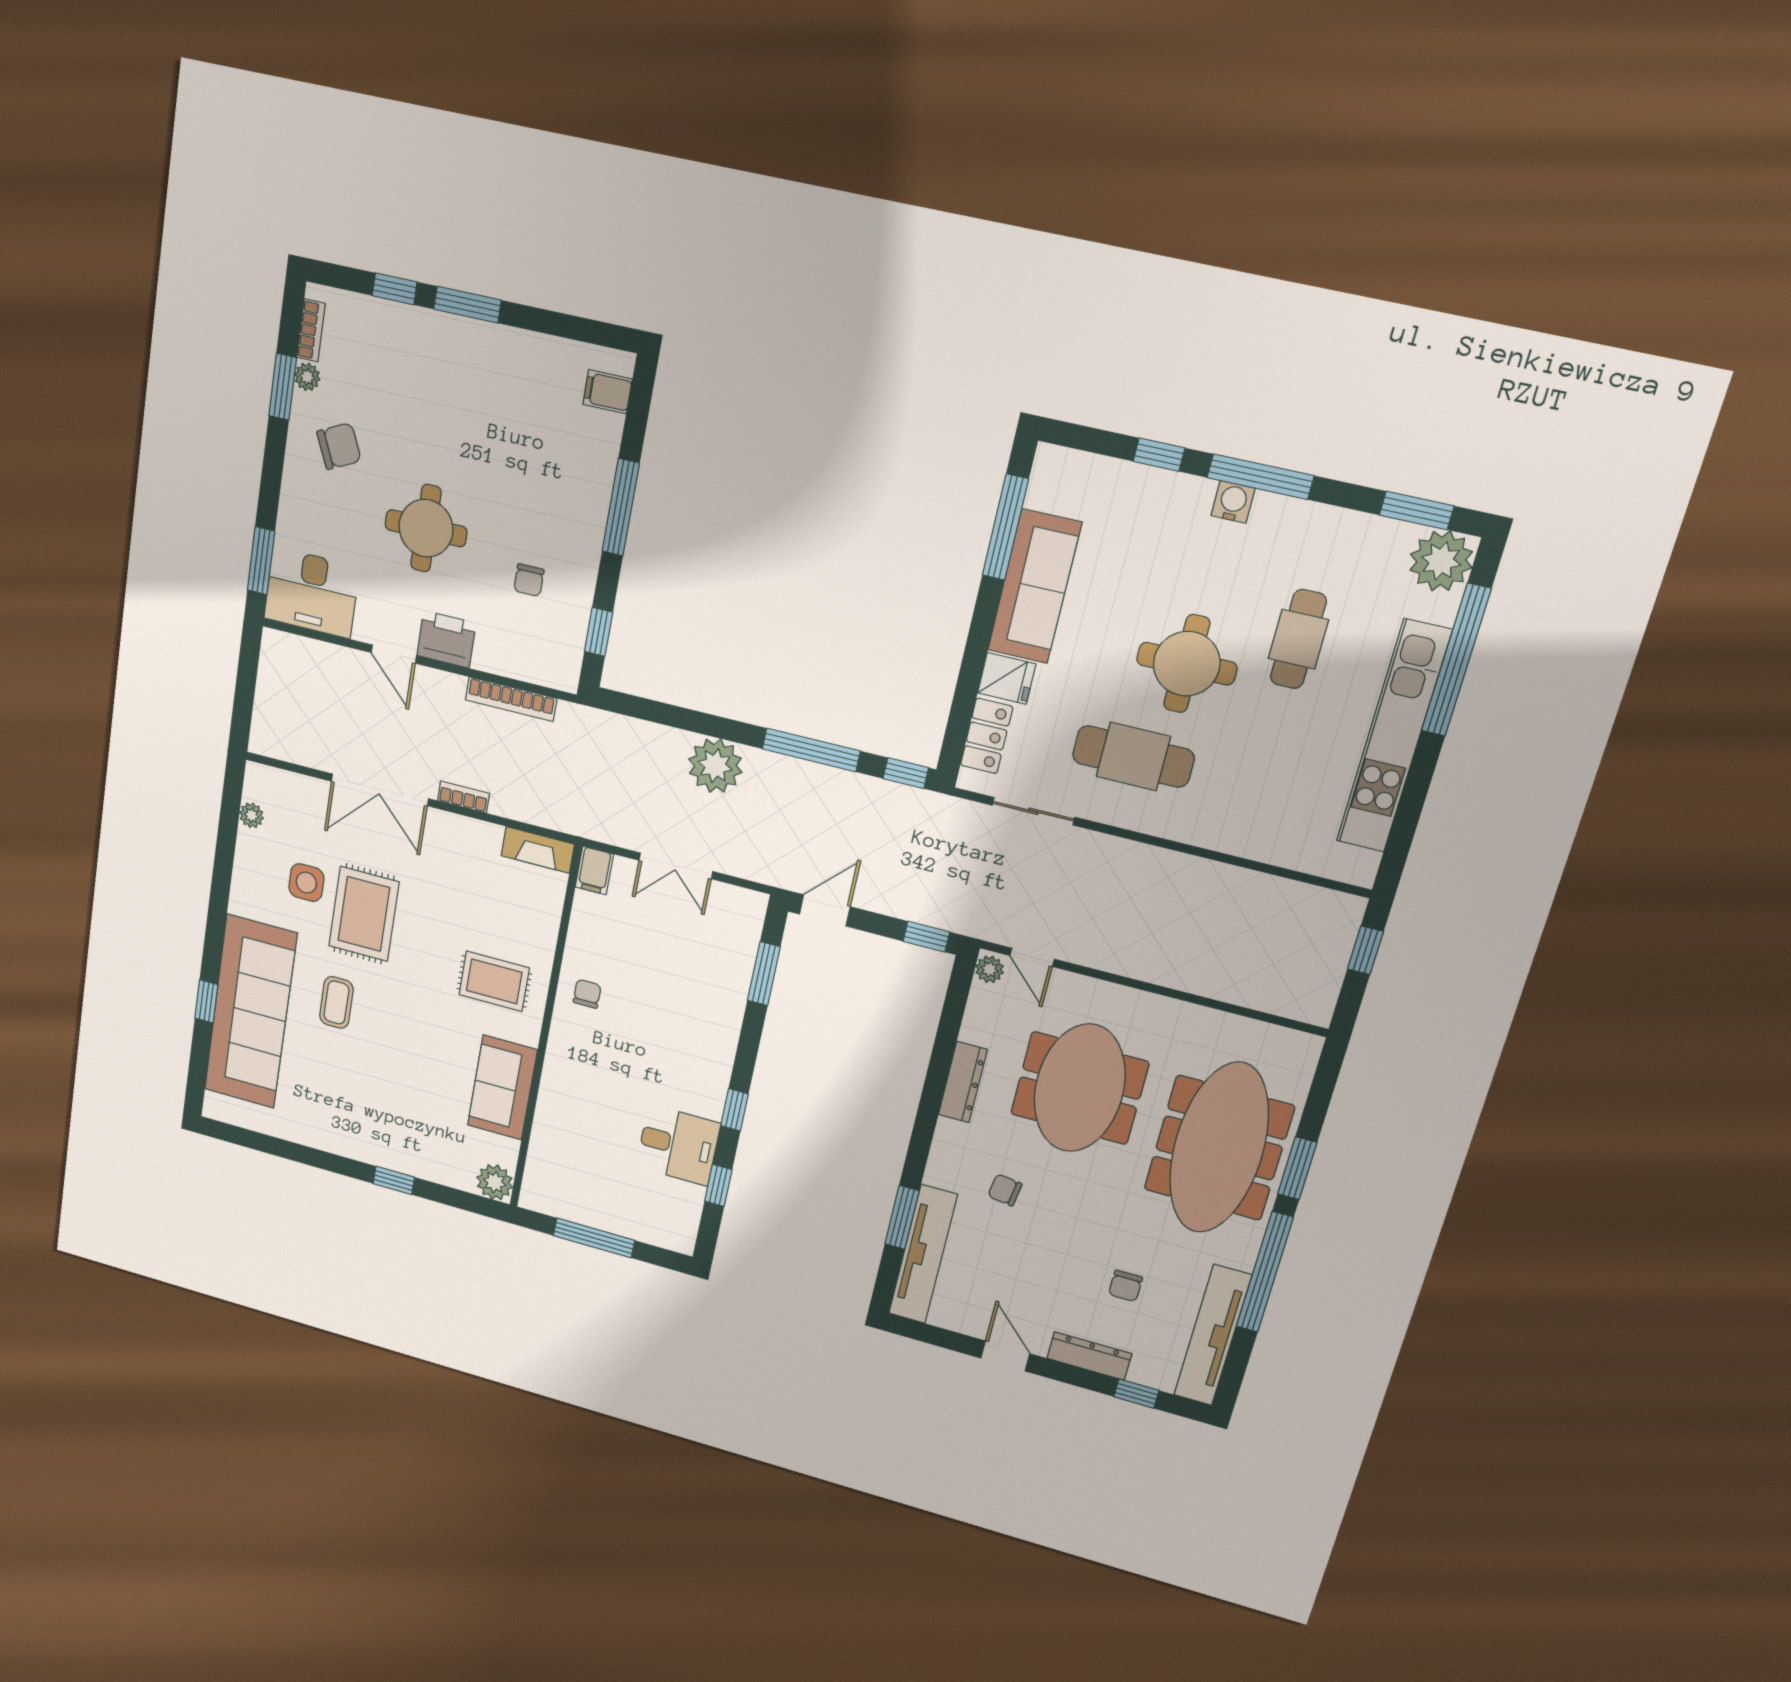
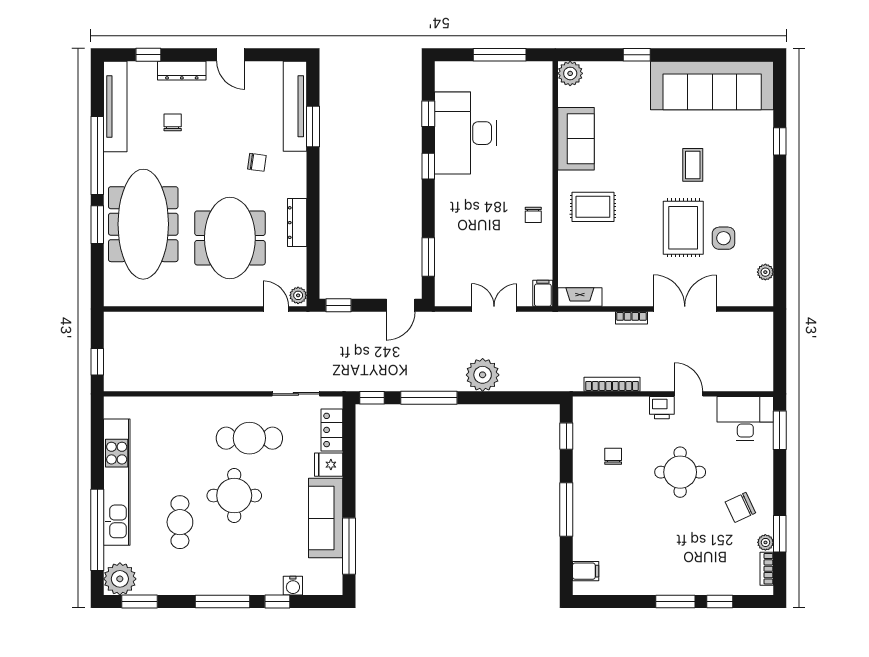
water cooler: (1233, 502) -> (293, 586), moved
printer: (446, 639) -> (662, 408), width x0.73, depth x0.81
sofa: (250, 1012) -> (712, 85), moved, turned -90
desk: (678, 1145) -> (465, 133), width x1.87, depth x1.30

